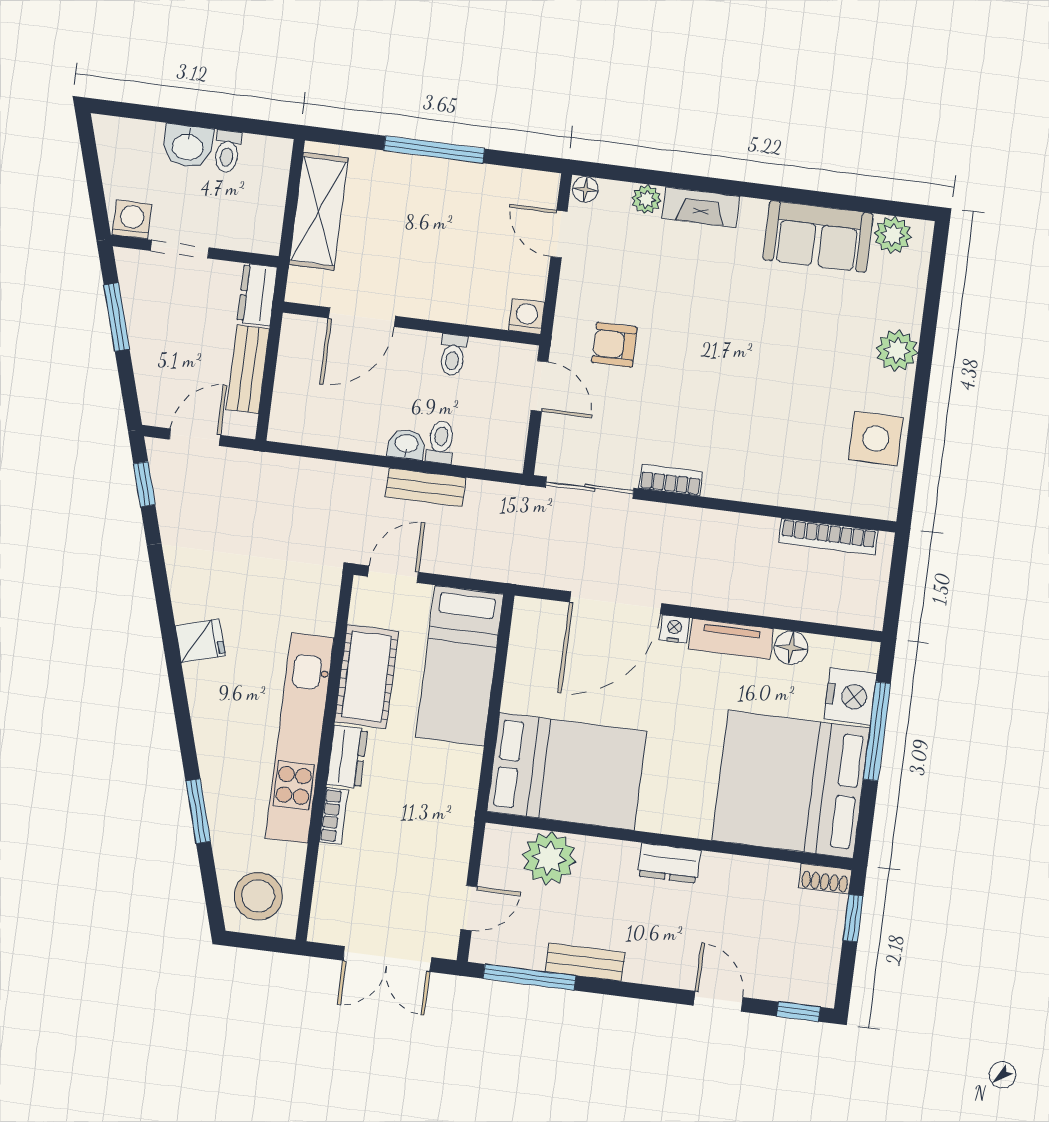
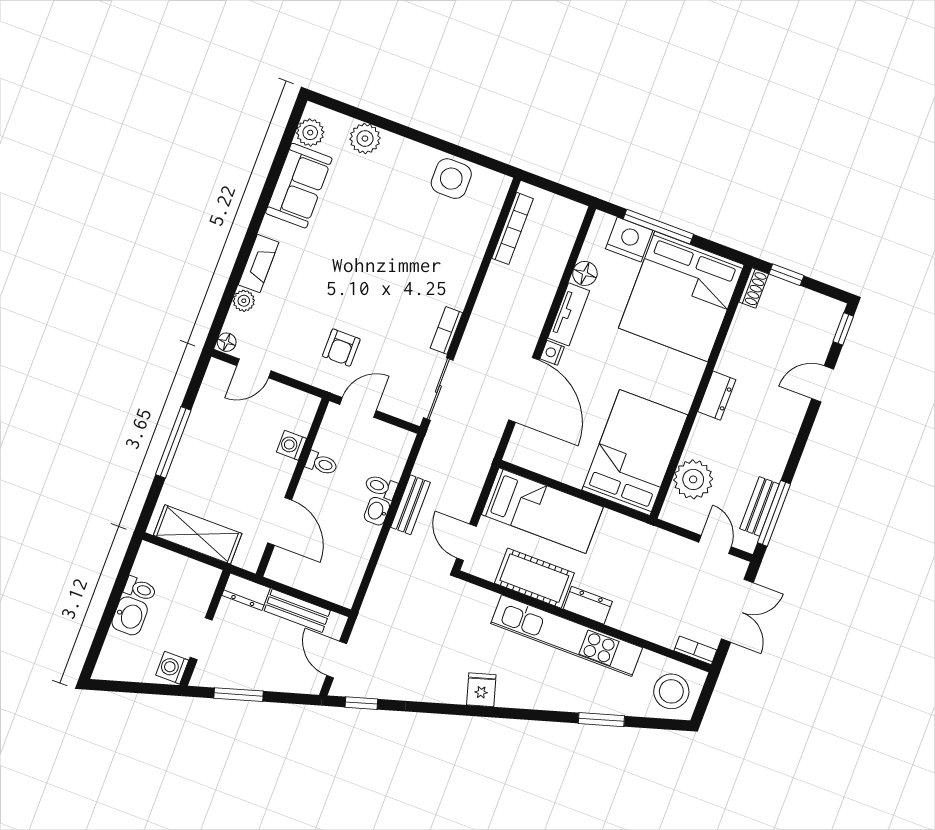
washing machine: (527, 316) -> (291, 445), moved
plant: (897, 350) -> (365, 139), moved
bookcase: (334, 816) -> (695, 650), moved
bench: (585, 962) -> (759, 506), moved

